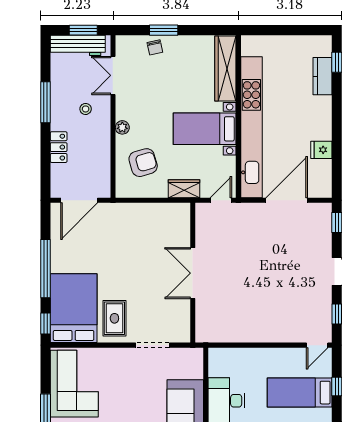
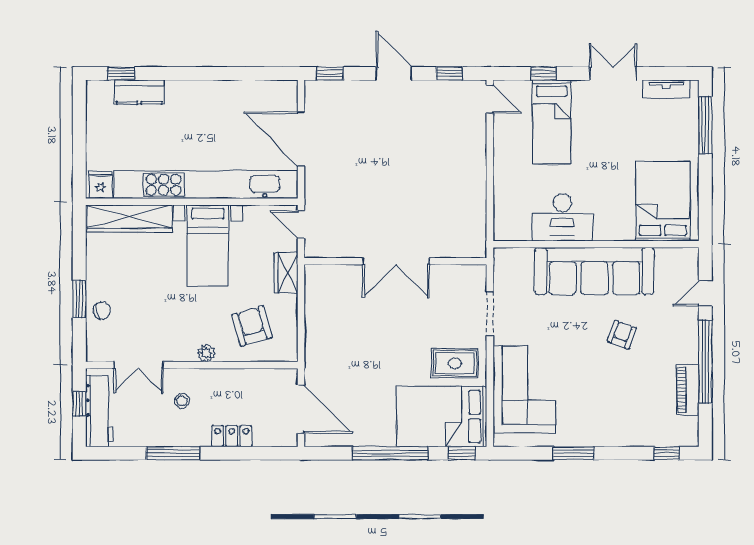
window: (83, 30) -> (79, 404), width x0.67
fridge: (321, 150) -> (101, 185), moved, turned 180
corner sofa: (74, 384) -> (524, 390), moved, turned 90

